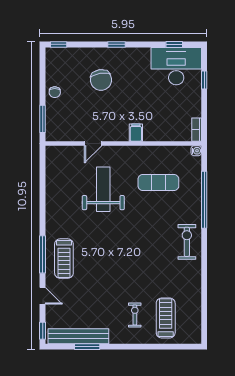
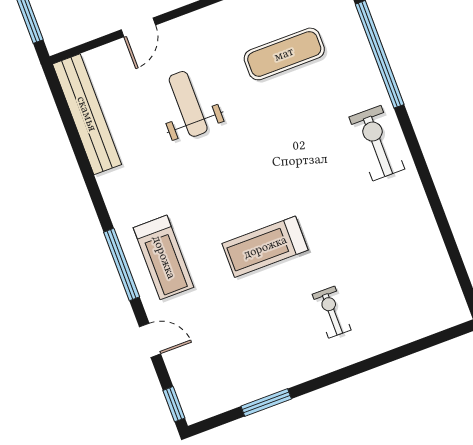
weight bench: (103, 189) -> (188, 104), width x0.73, depth x0.75
treadmill: (166, 318) -> (265, 247), moved, turned -90
bench: (78, 336) -> (87, 114), moved, turned 90

